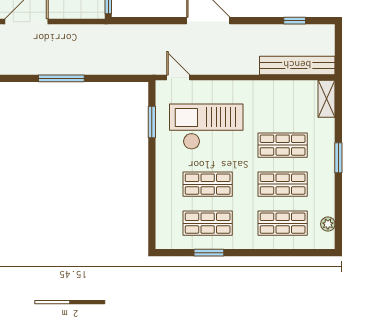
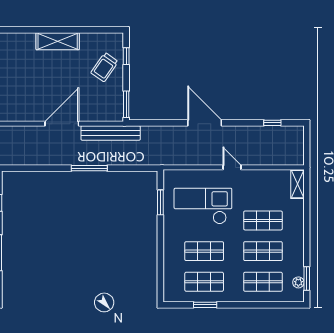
bench: (297, 65) -> (111, 133), moved
door: (178, 77) -> (232, 167), moved
window: (338, 158) -> (307, 279), moved

